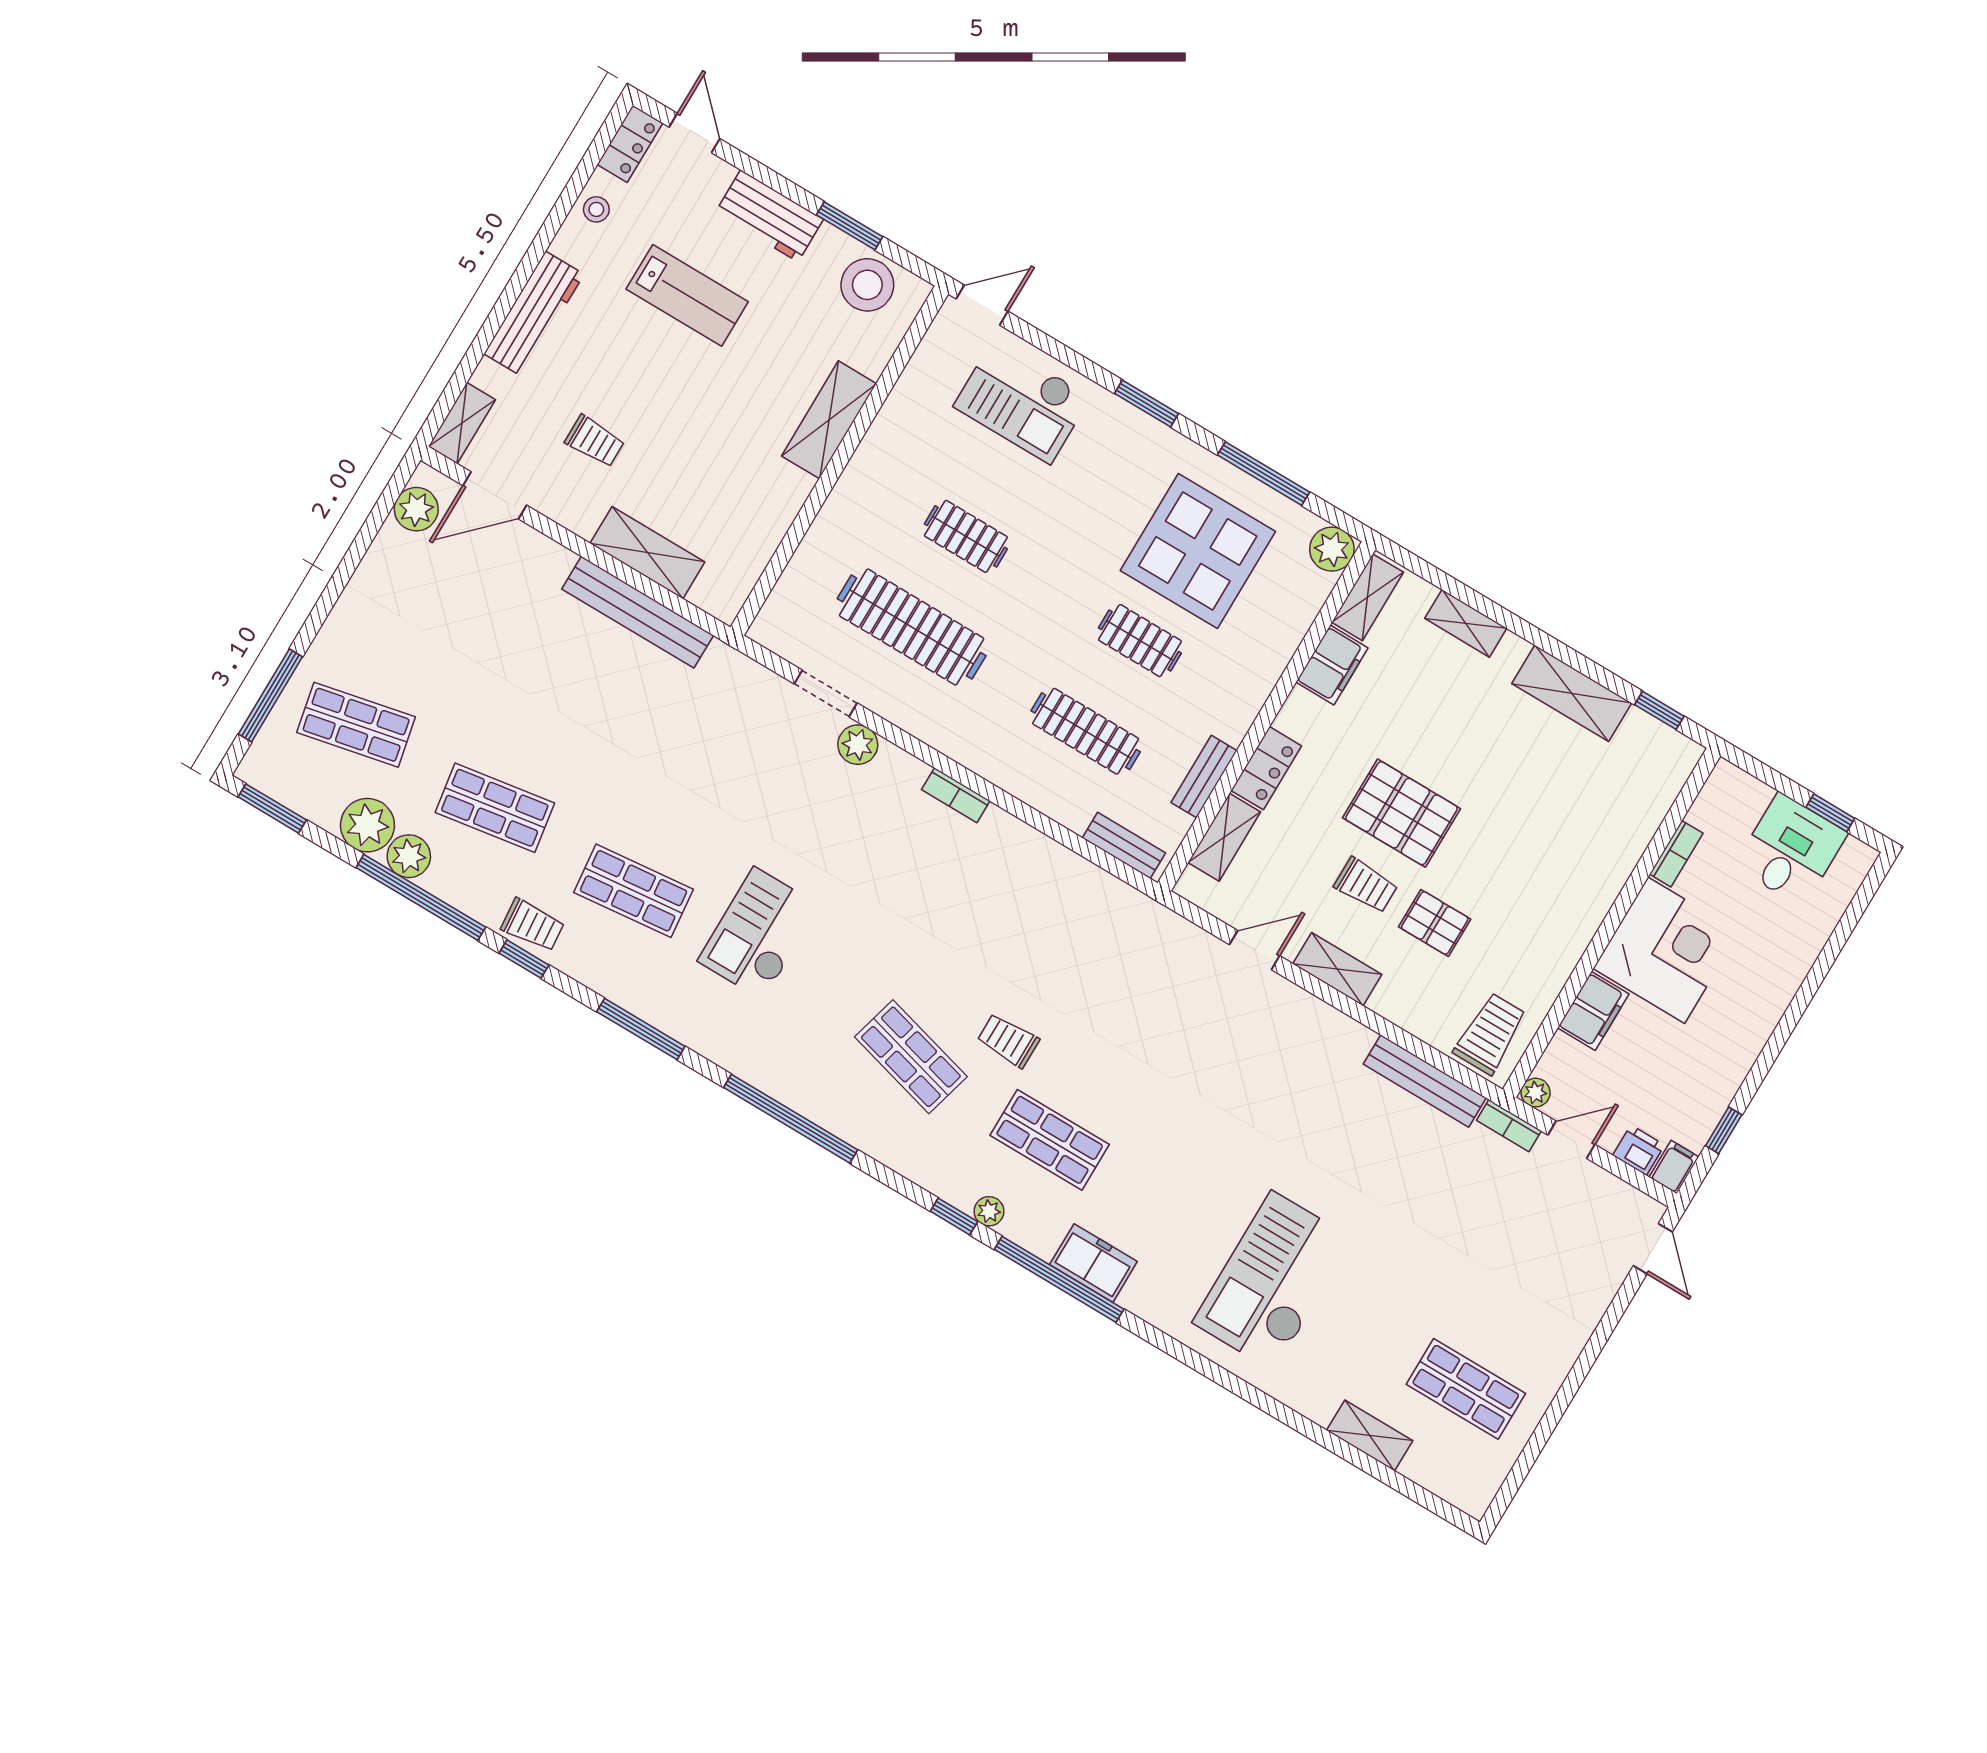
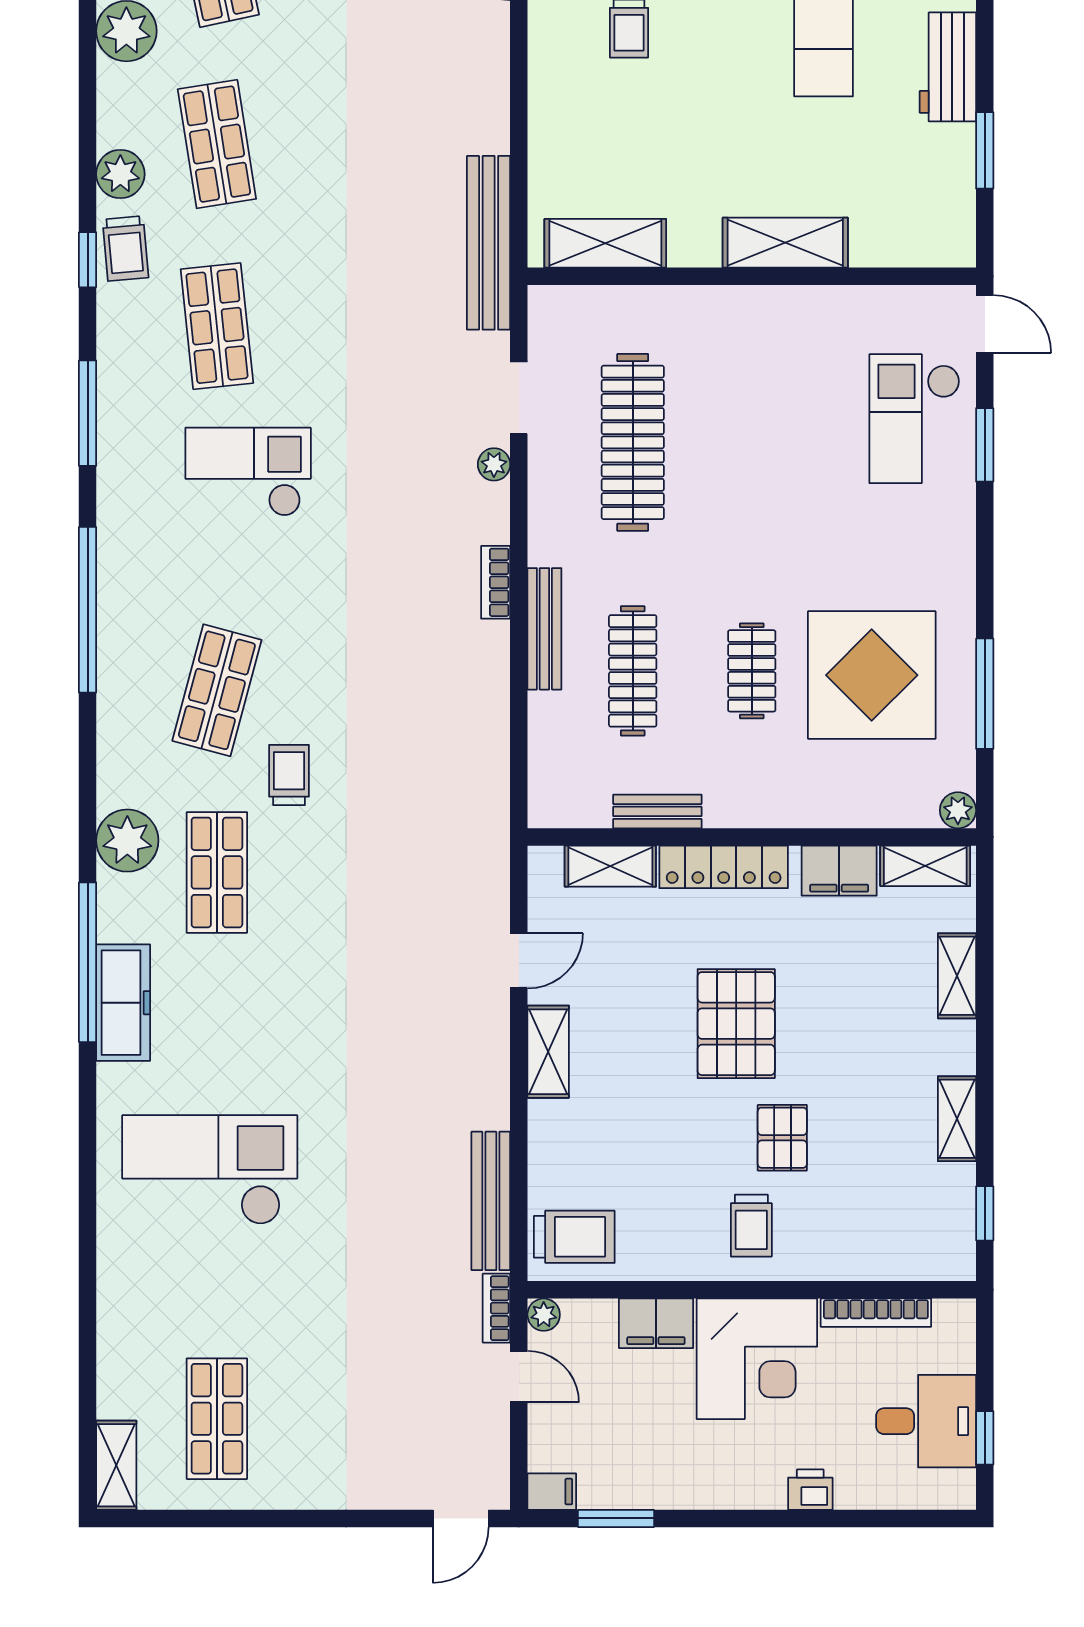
stool: (867, 285) -> (938, 202), removed
window: (1146, 403) -> (985, 445), moved
clothes rail: (966, 536) -> (752, 442), removed
plant: (1332, 549) -> (958, 810), width x0.73, depth x0.73
shelving: (647, 553) -> (605, 243), moved, turned 90
bench: (638, 612) -> (489, 243), moved
shelving: (1572, 693) -> (957, 1119), width x0.67, depth x0.75
plant: (858, 745) -> (494, 464), width x0.73, depth x0.73
locker: (1266, 768) -> (724, 867), width x1.53
bench: (1124, 845) -> (544, 629), moved, width x1.36
bookcase: (1676, 854) -> (876, 1313), width x1.56
plant: (409, 856) -> (120, 174), moved
trolley: (1366, 885) -> (751, 1226), moved
window: (421, 897) -> (88, 124), removed
pallet: (1435, 923) -> (782, 1138), moved
door: (1255, 950) -> (519, 961), hinge flipped
window: (1724, 1130) -> (616, 1518), width x1.50
printer: (1639, 1150) -> (810, 1490), moved, turned -90
plant: (989, 1211) -> (127, 841), width x1.88, depth x1.88
window: (954, 1216) -> (88, 824), removed
freezer: (1093, 1263) -> (123, 1003), width x1.40
shelving: (1370, 1436) -> (116, 1465), moved

